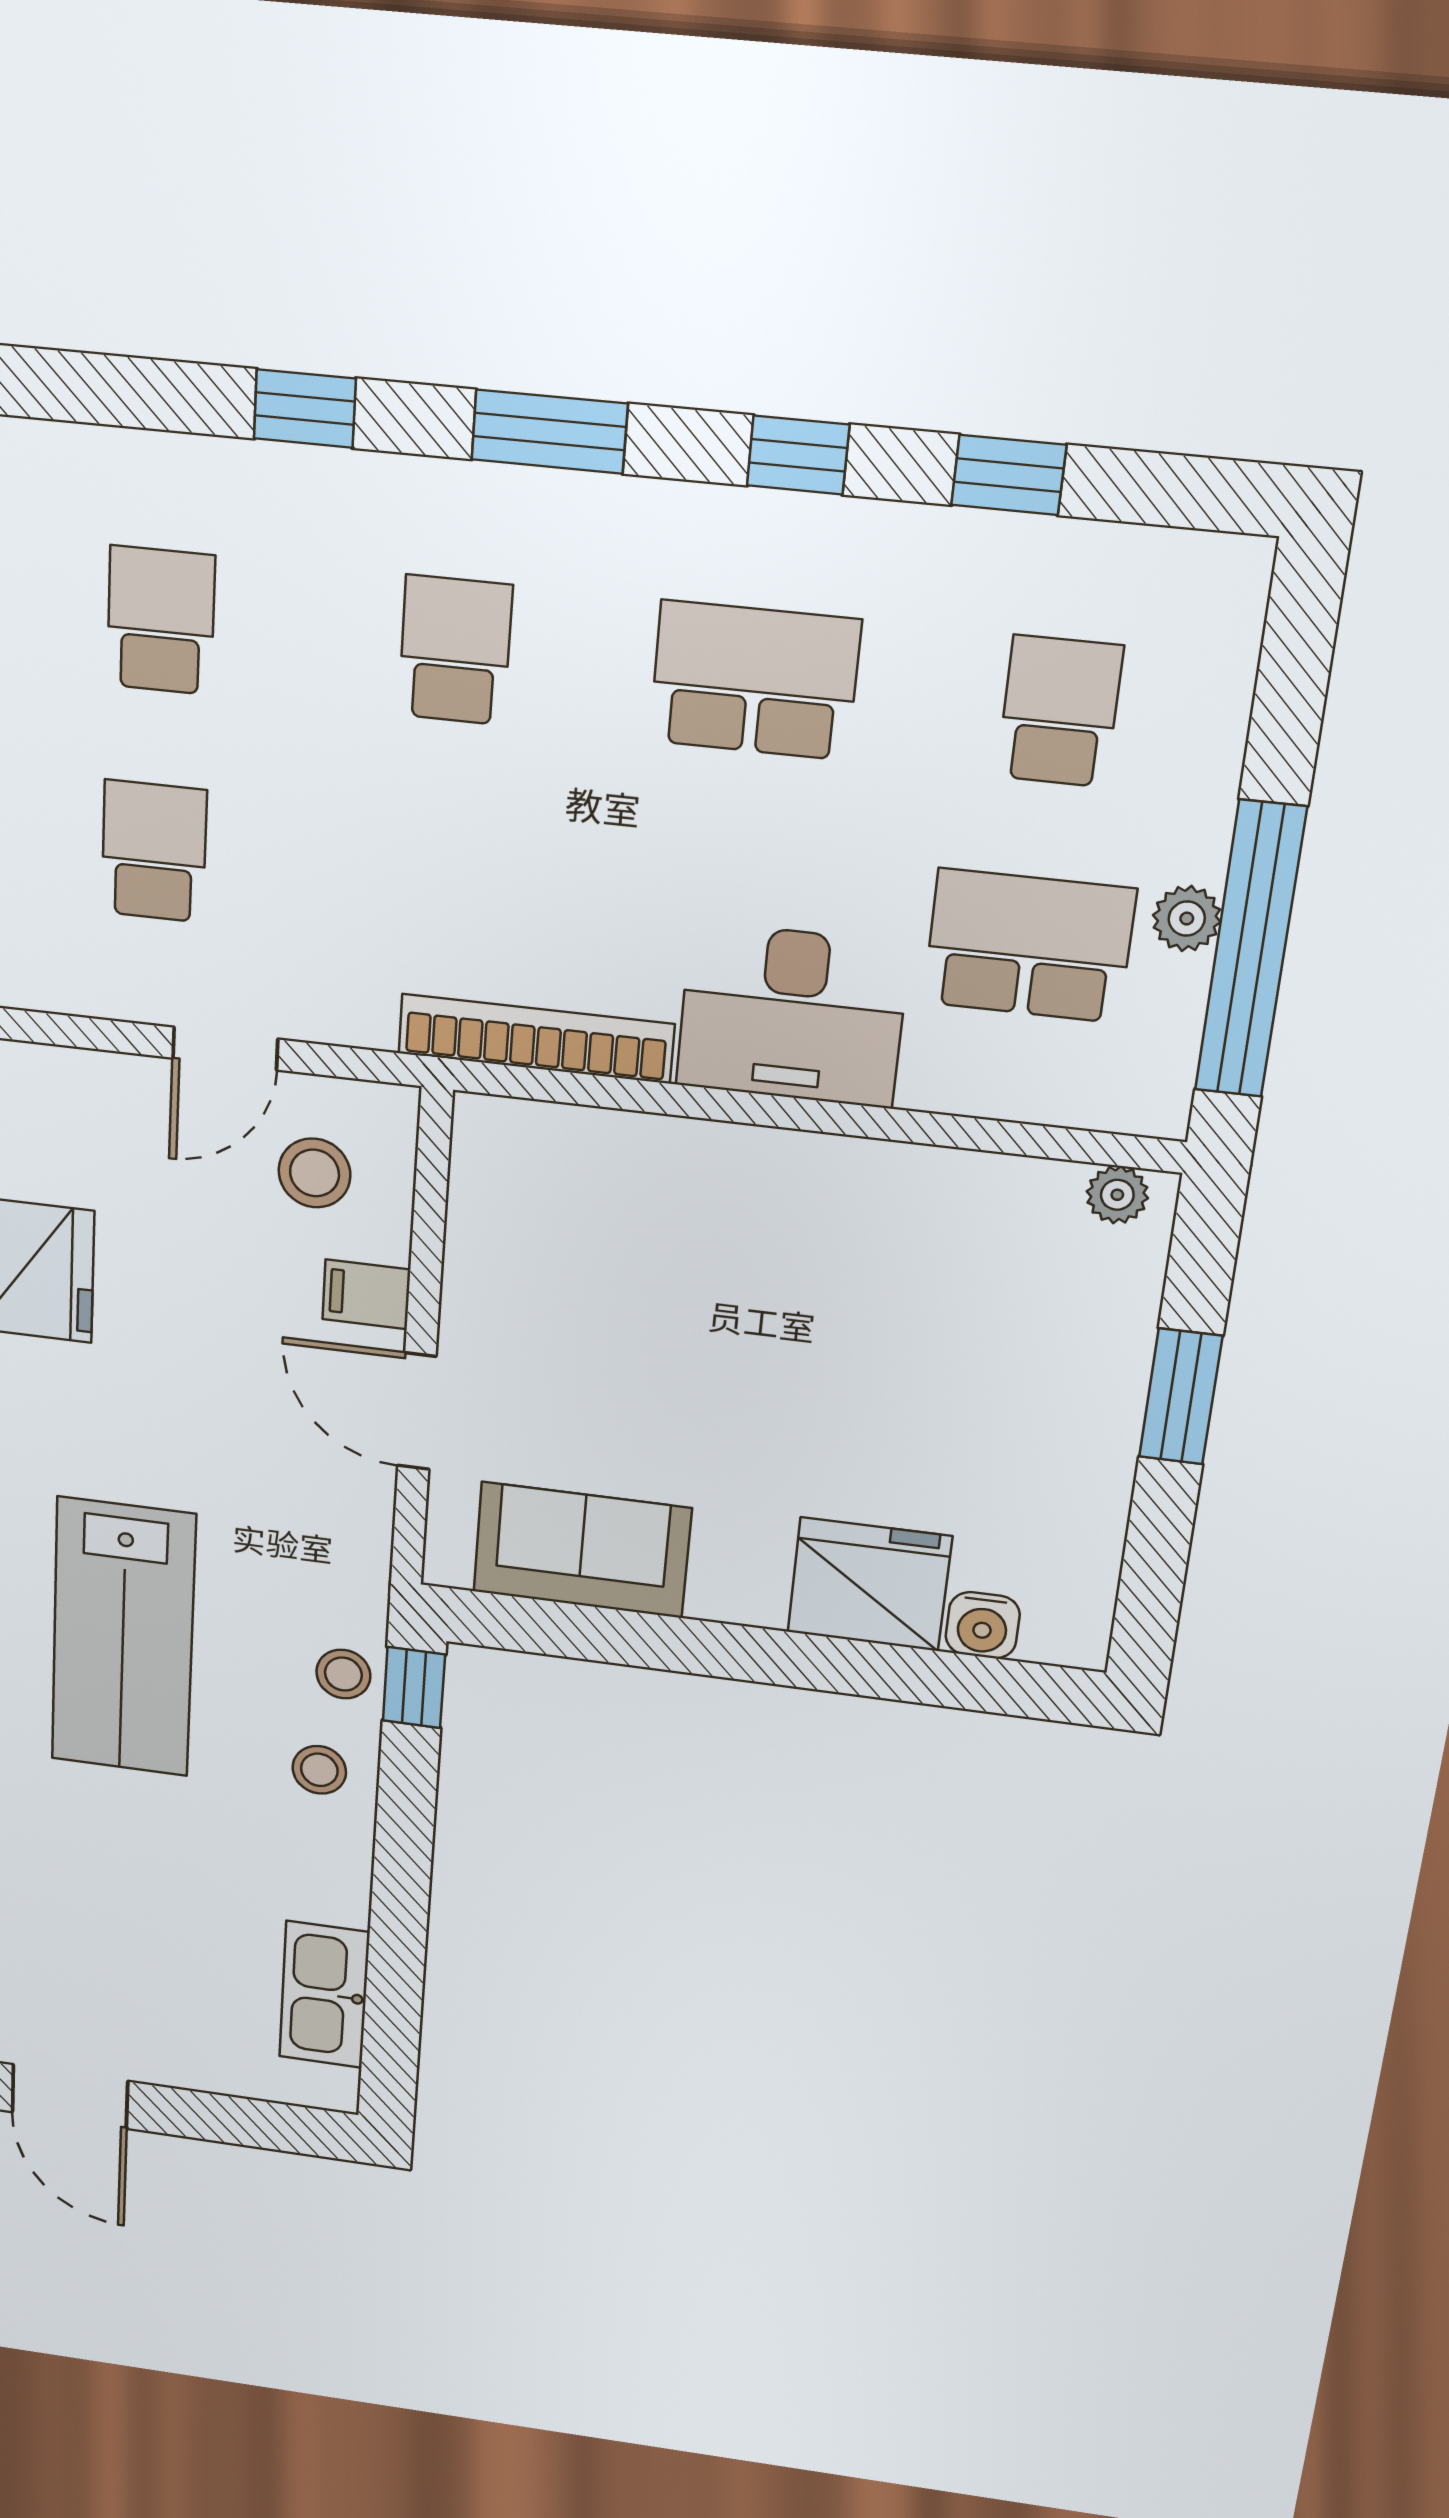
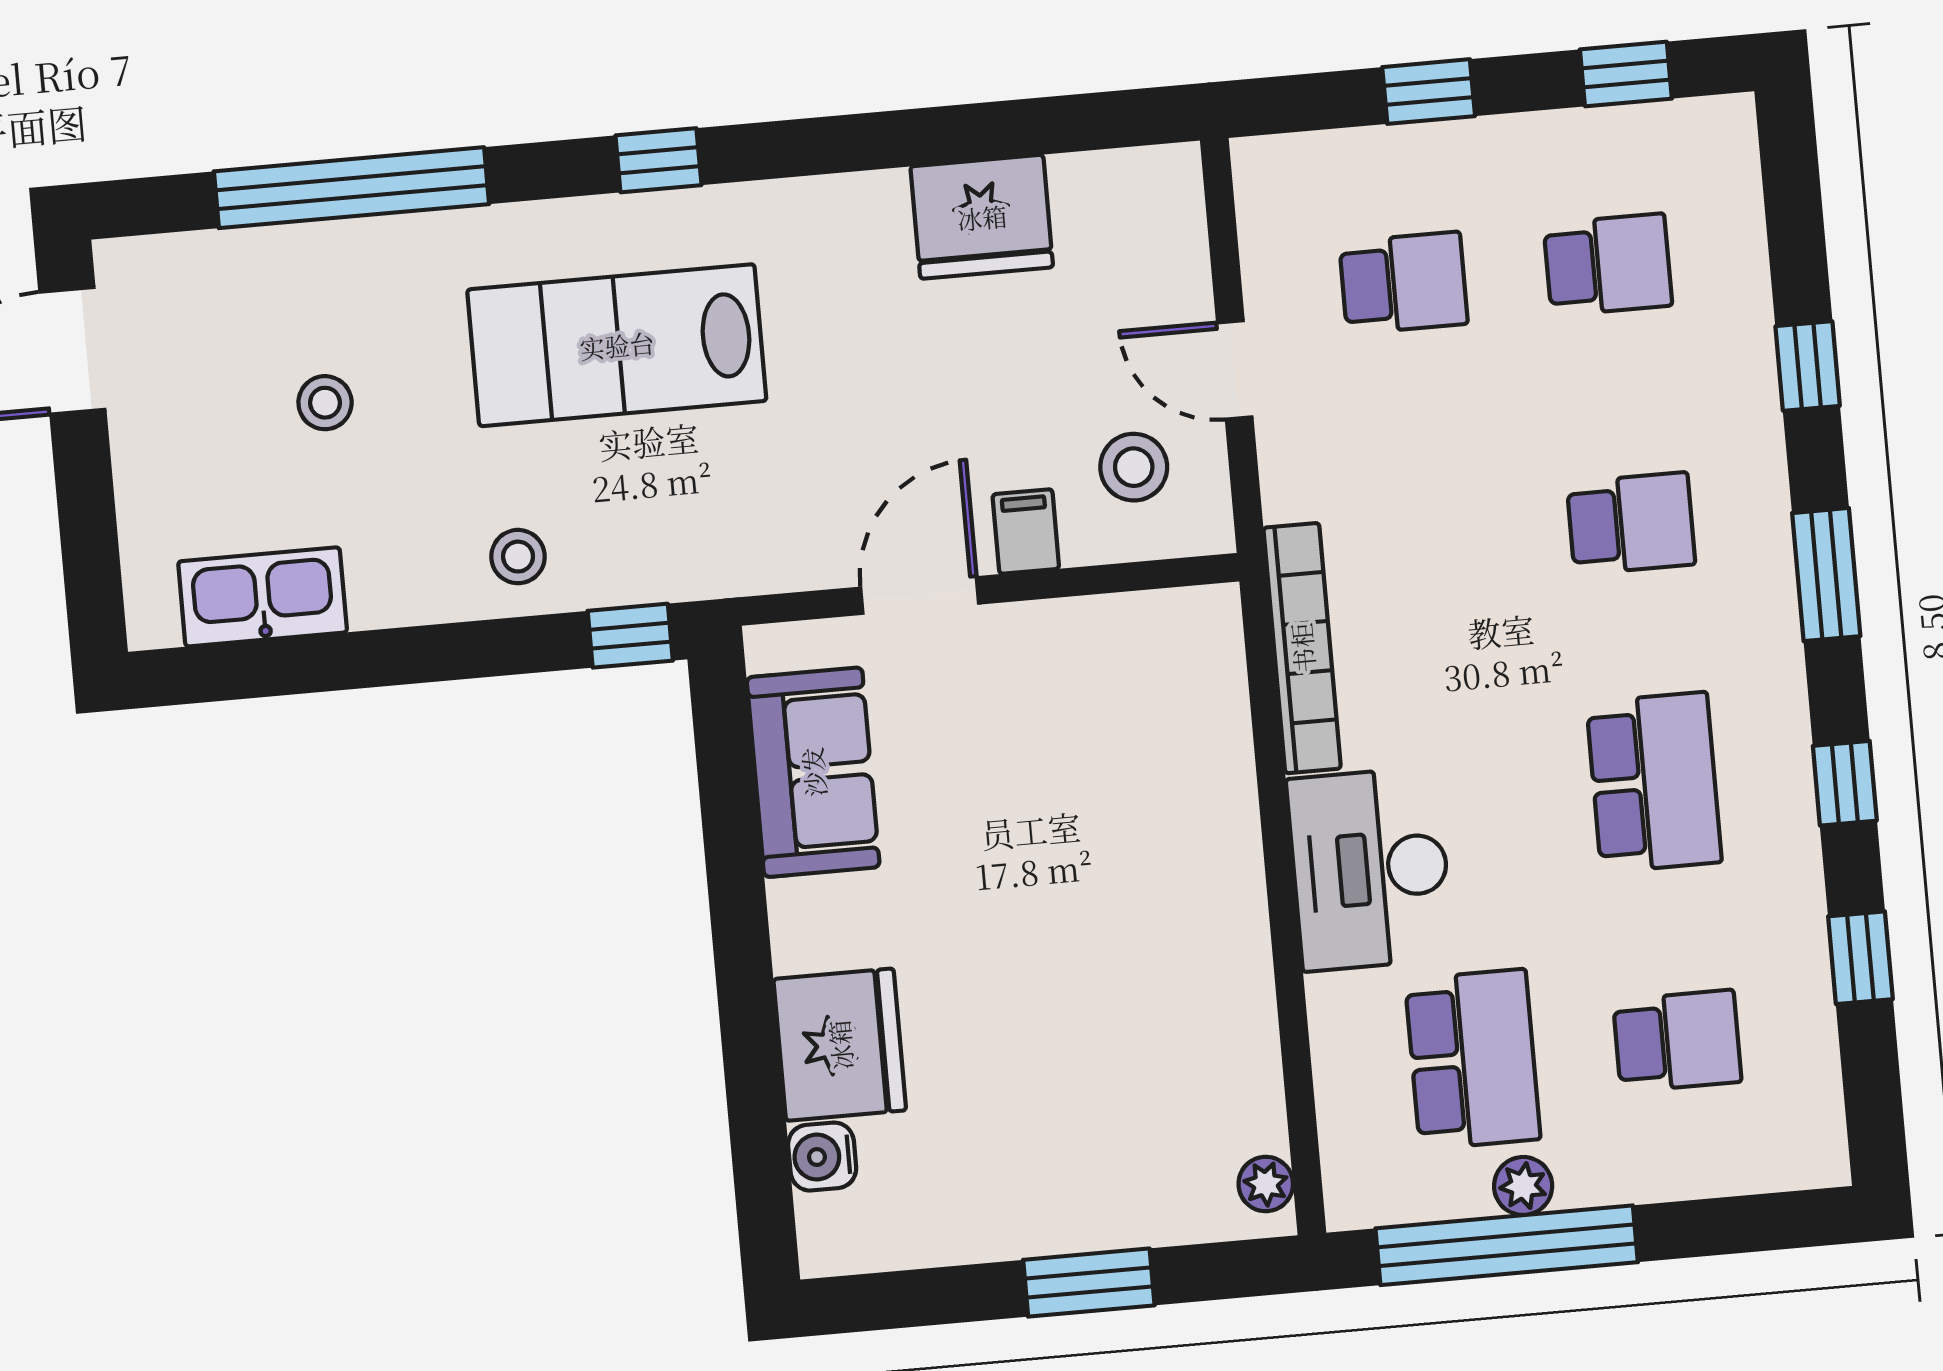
stool: (343, 1674) -> (325, 403), moved

